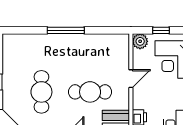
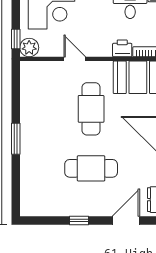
window: (66, 30) -> (16, 139), width x0.69
window: (161, 30) -> (16, 39), moved

